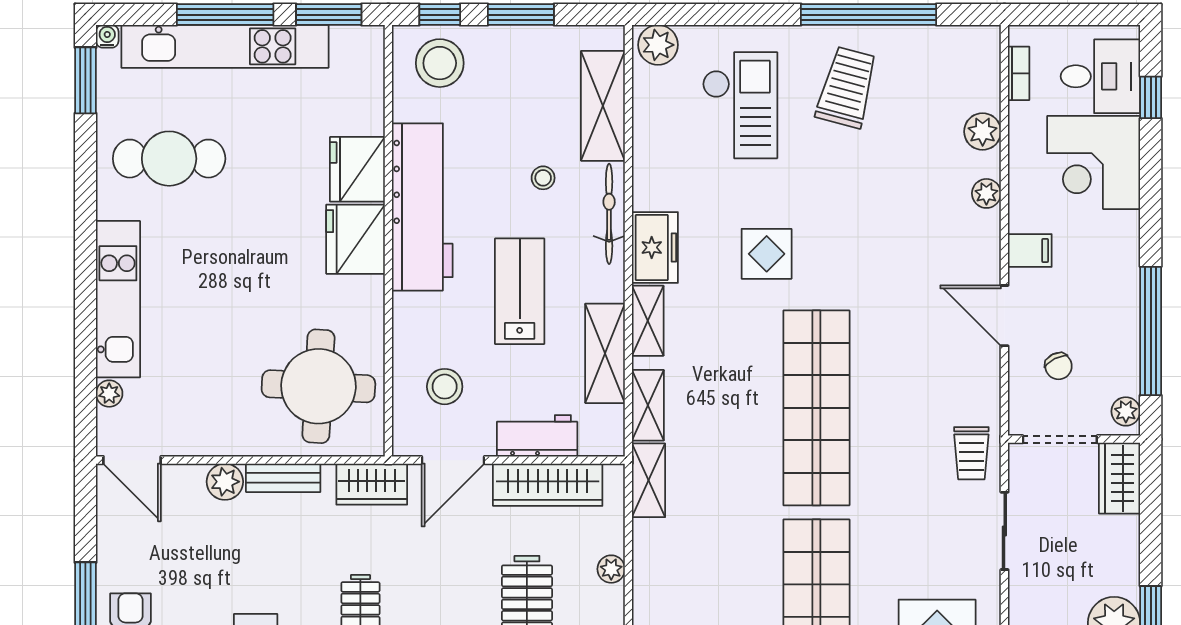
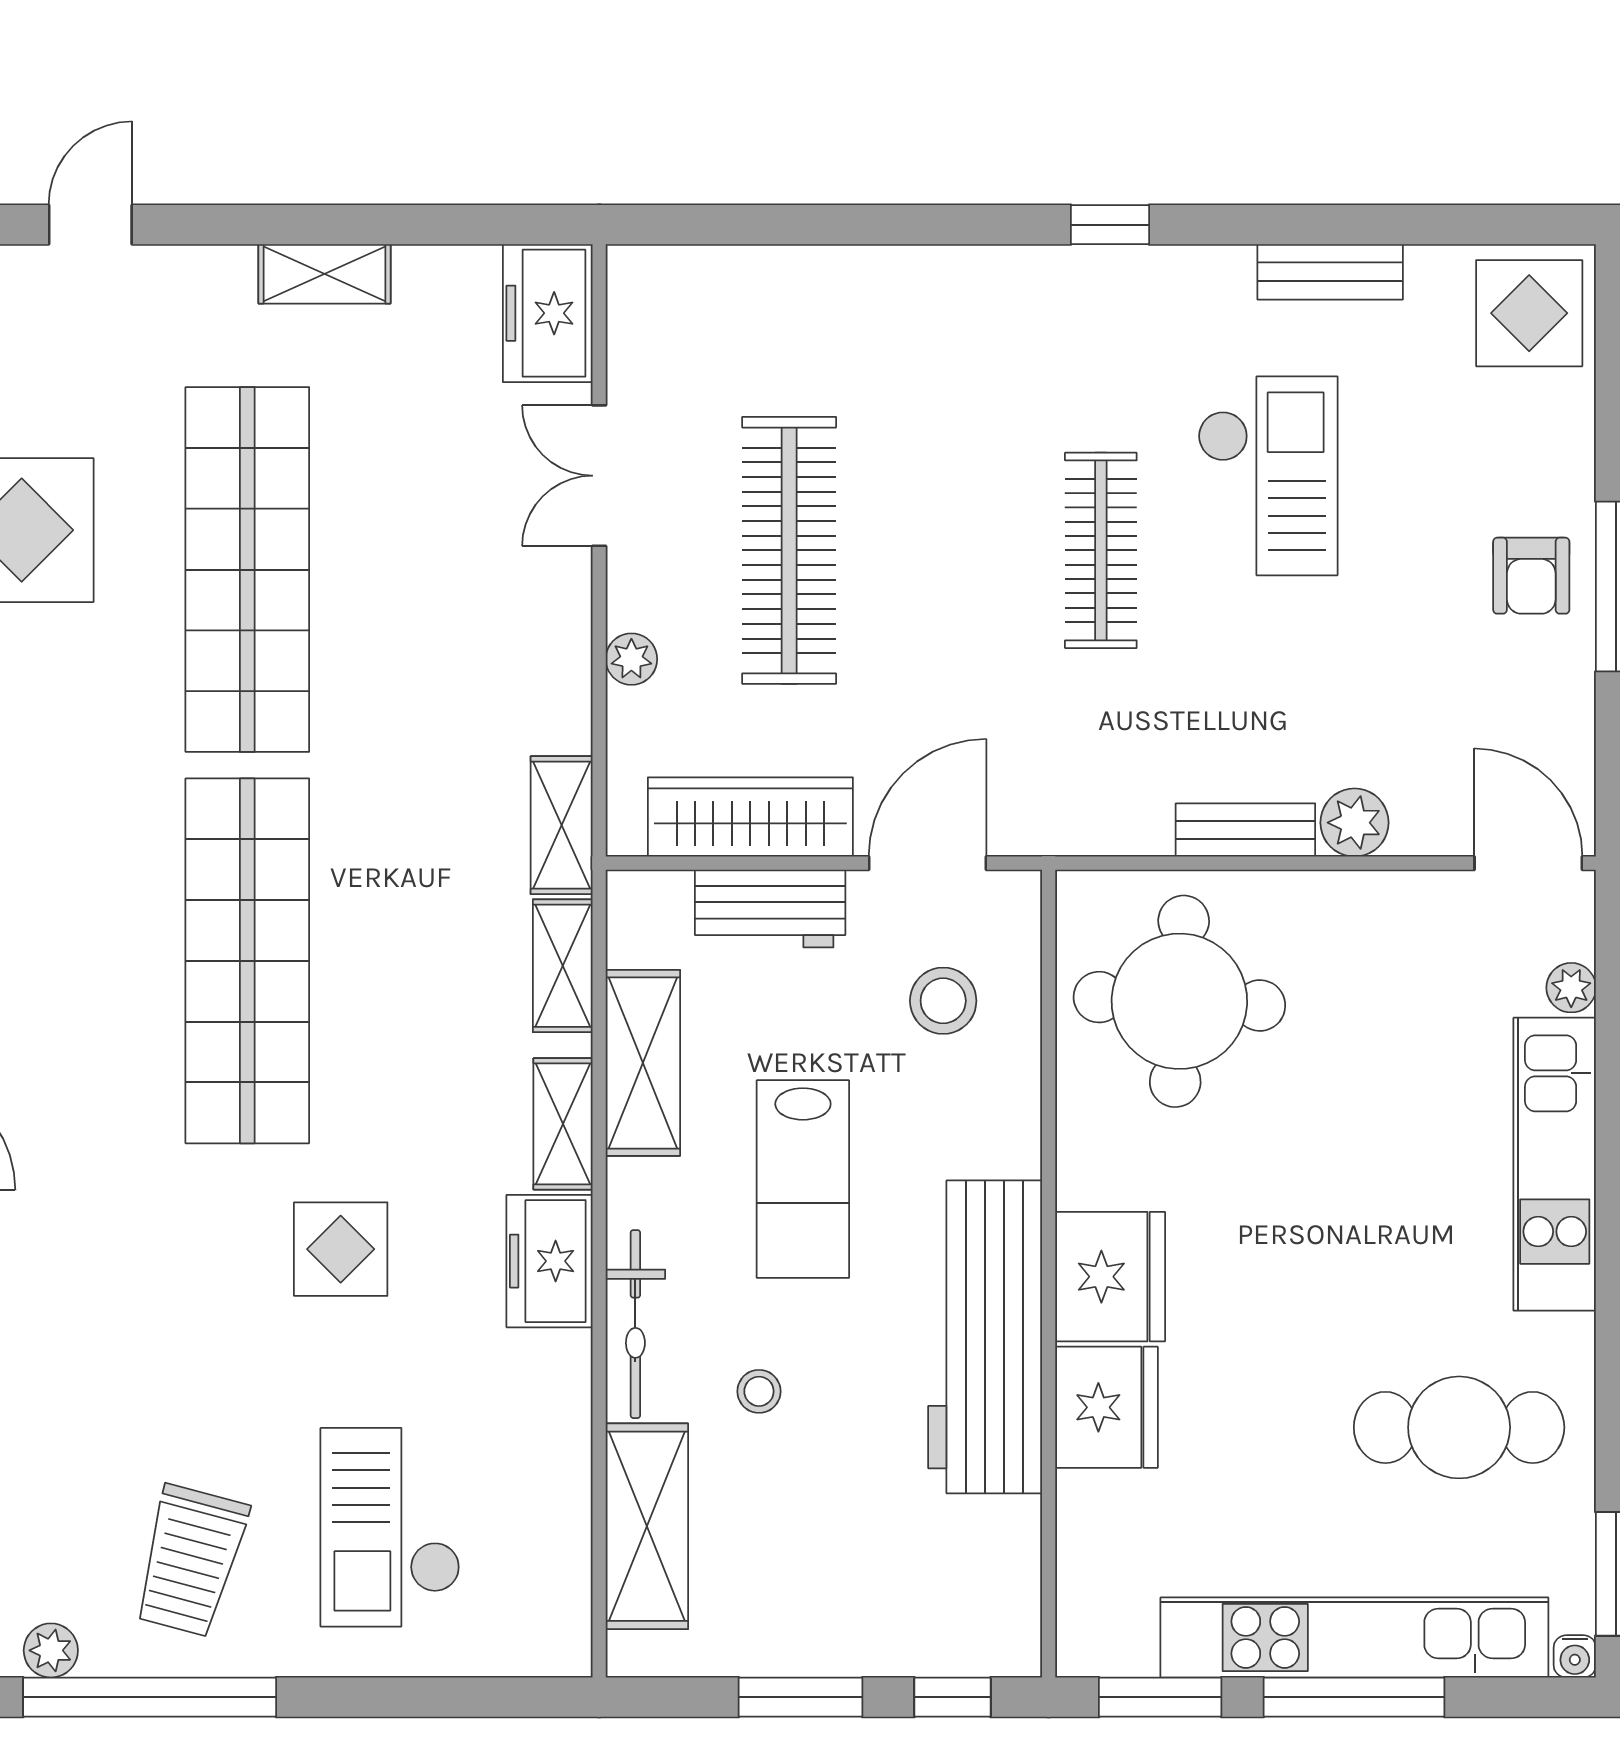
plant: (658, 45) -> (51, 1650), moved, width x0.73, depth x0.73
stool: (440, 63) -> (952, 1606), removed
wardrobe: (372, 484) -> (1080, 818), removed

